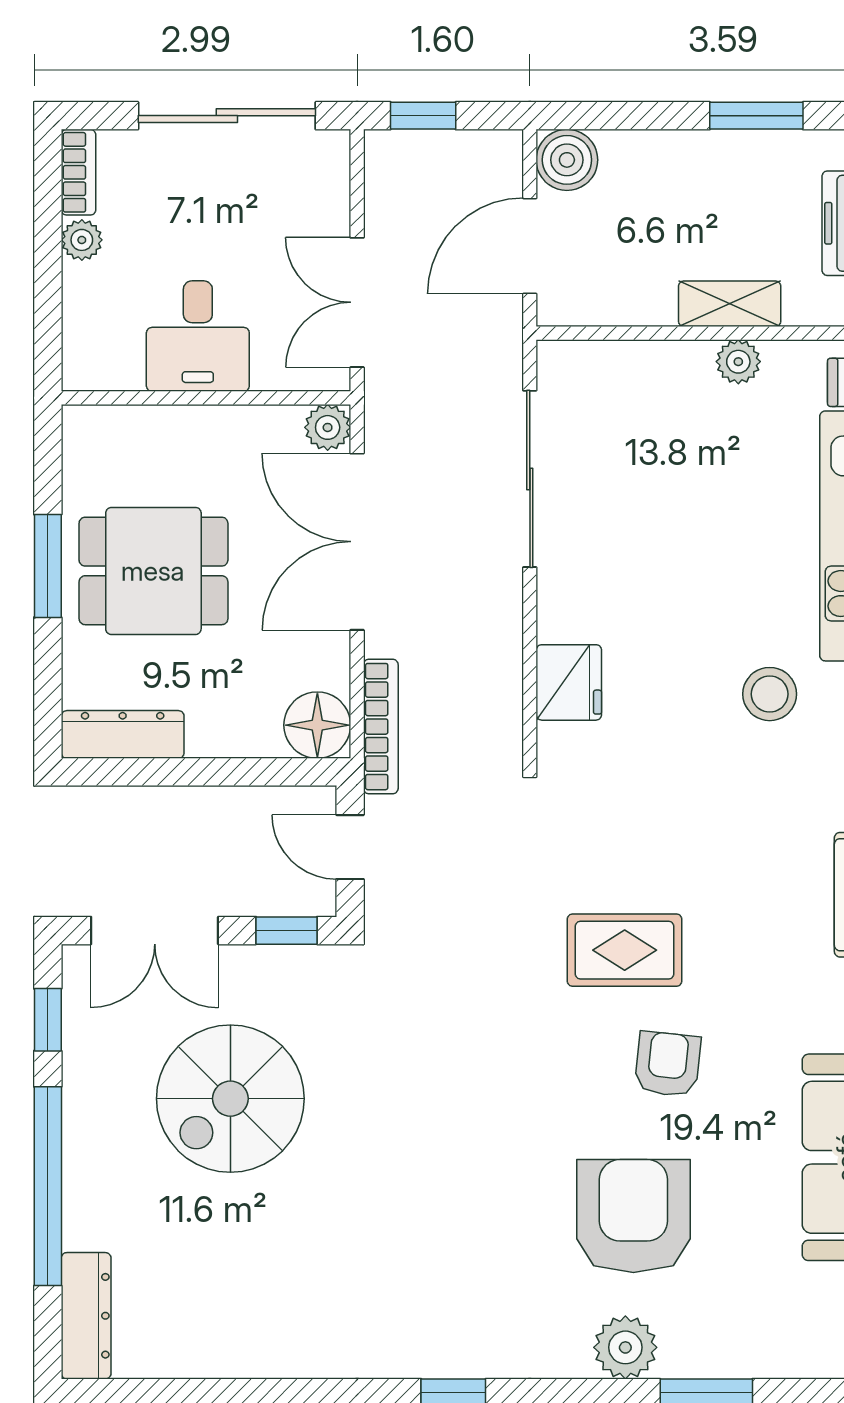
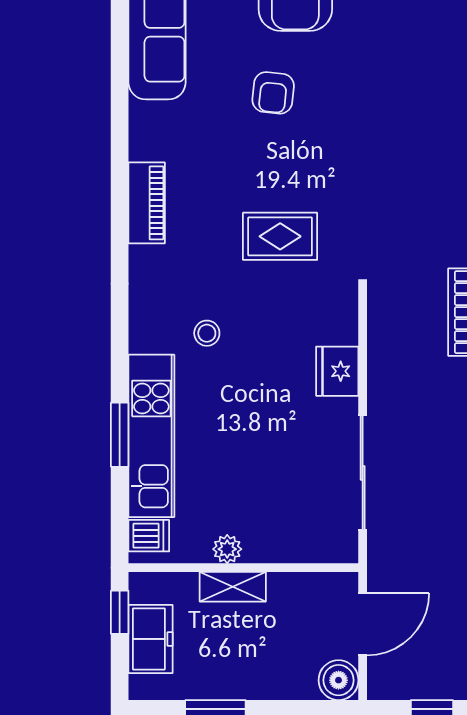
fridge: (569, 682) -> (337, 371), moved
stool: (770, 694) -> (207, 333), width x0.73, depth x0.73
rug: (625, 950) -> (280, 236), moved

